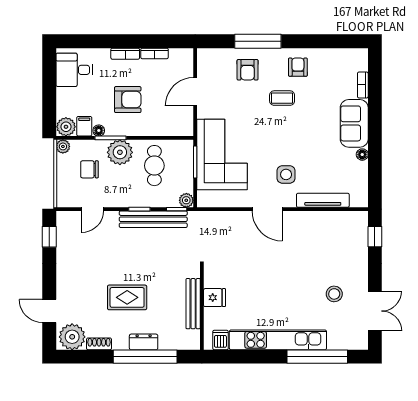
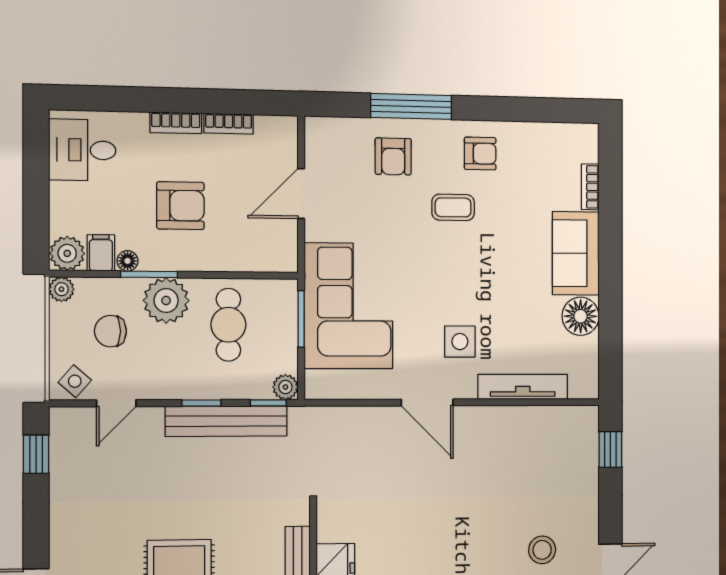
armchair: (298, 67) -> (480, 154), turned 90
floor lamp: (362, 155) -> (581, 316), width x1.89, depth x1.89
side table: (70, 197) -> (75, 381), added

